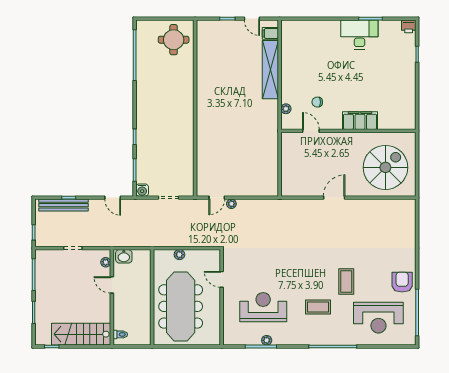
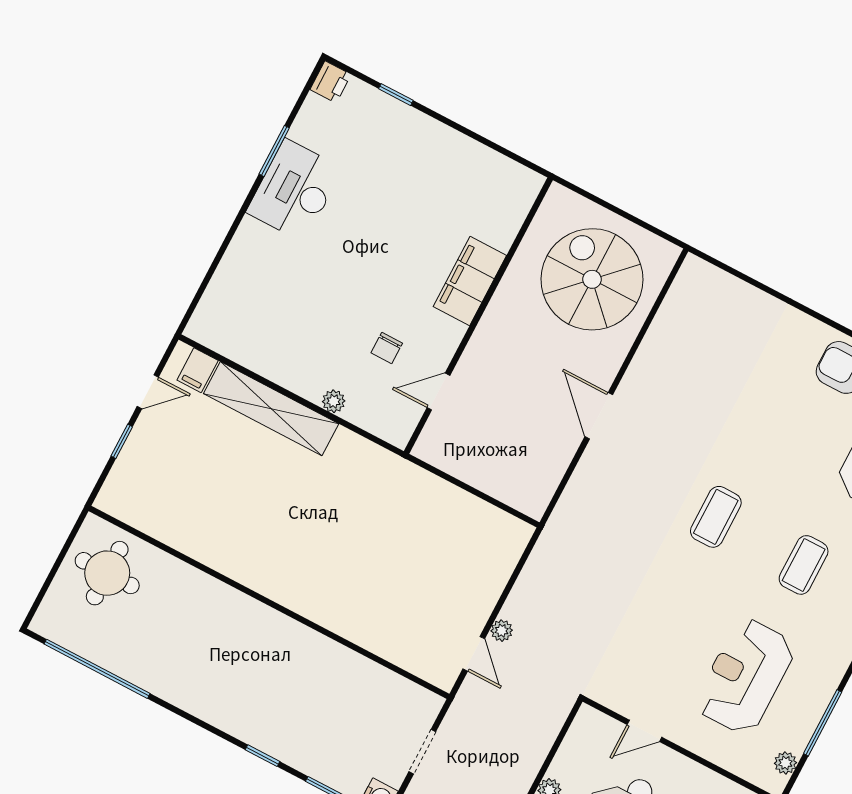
plant: (286, 109) -> (334, 401), moved
coffee table: (346, 282) -> (716, 517), moved, turned 90
plant: (267, 340) -> (785, 763), moved

